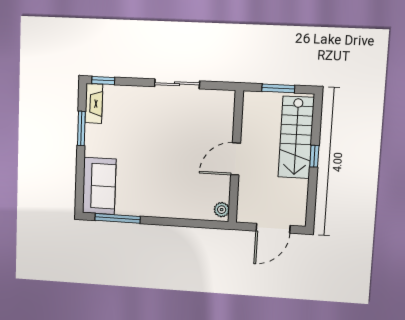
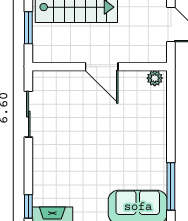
sliding door: (177, 84) -> (28, 114), moved

